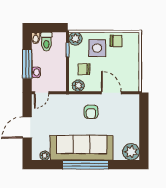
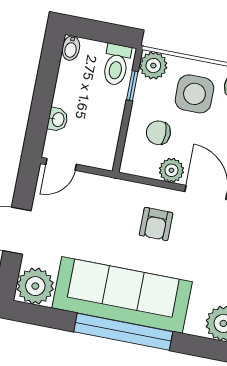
toilet: (46, 42) -> (116, 65), moved
window: (27, 64) -> (43, 98), removed
plant: (78, 86) -> (171, 170), moved
plant: (45, 156) -> (35, 286), width x1.88, depth x1.88

